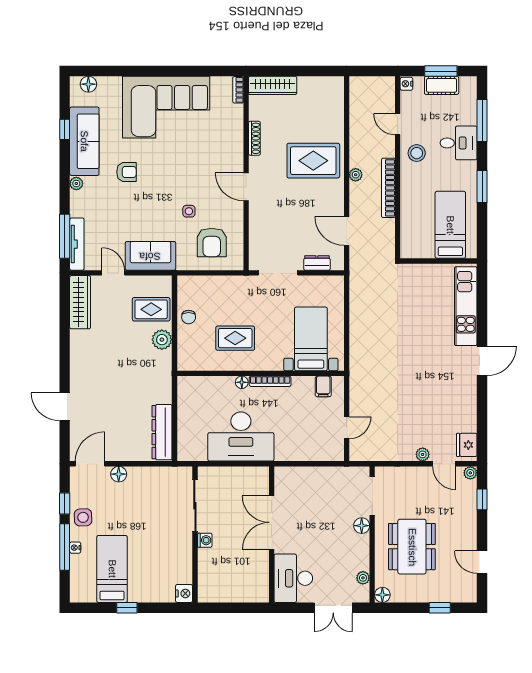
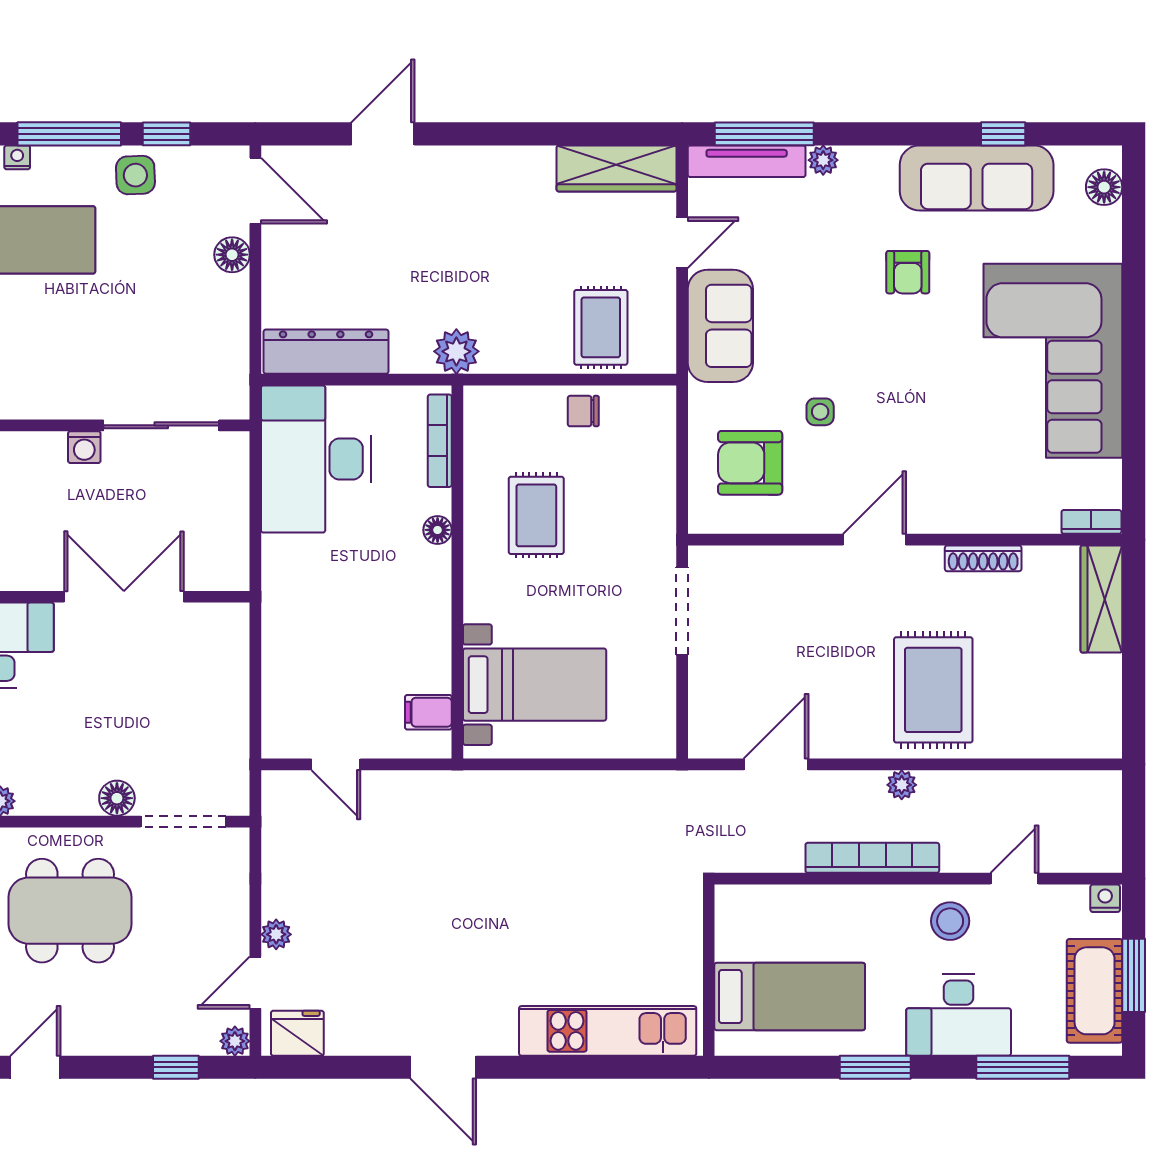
cot: (442, 85) -> (1095, 991), width x1.37, depth x1.34
desk: (459, 143) -> (959, 1015), width x1.37
plant: (76, 184) -> (823, 160), moved
dresser: (317, 263) -> (704, 698), removed
plant: (162, 340) -> (456, 351), moved
door: (482, 361) -> (443, 1067), moved
bookcase: (270, 381) -> (440, 441), moved
desk: (241, 436) -> (316, 459), moved
nightstand: (75, 548) -> (17, 157), moved

